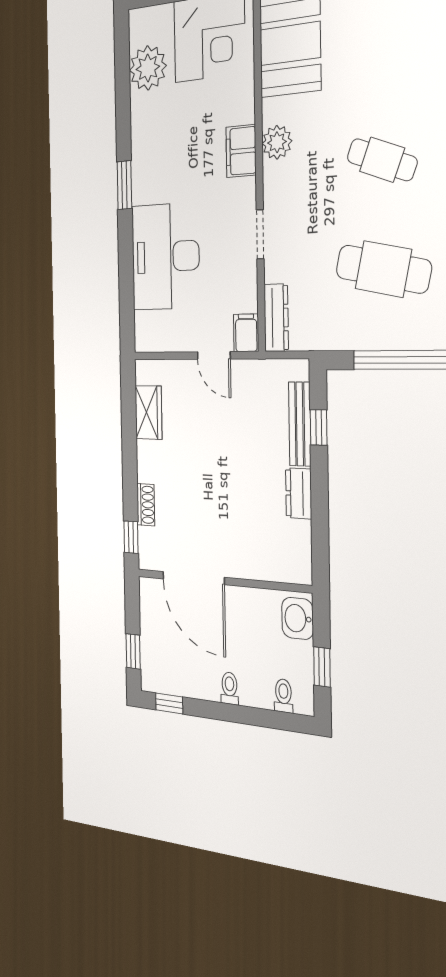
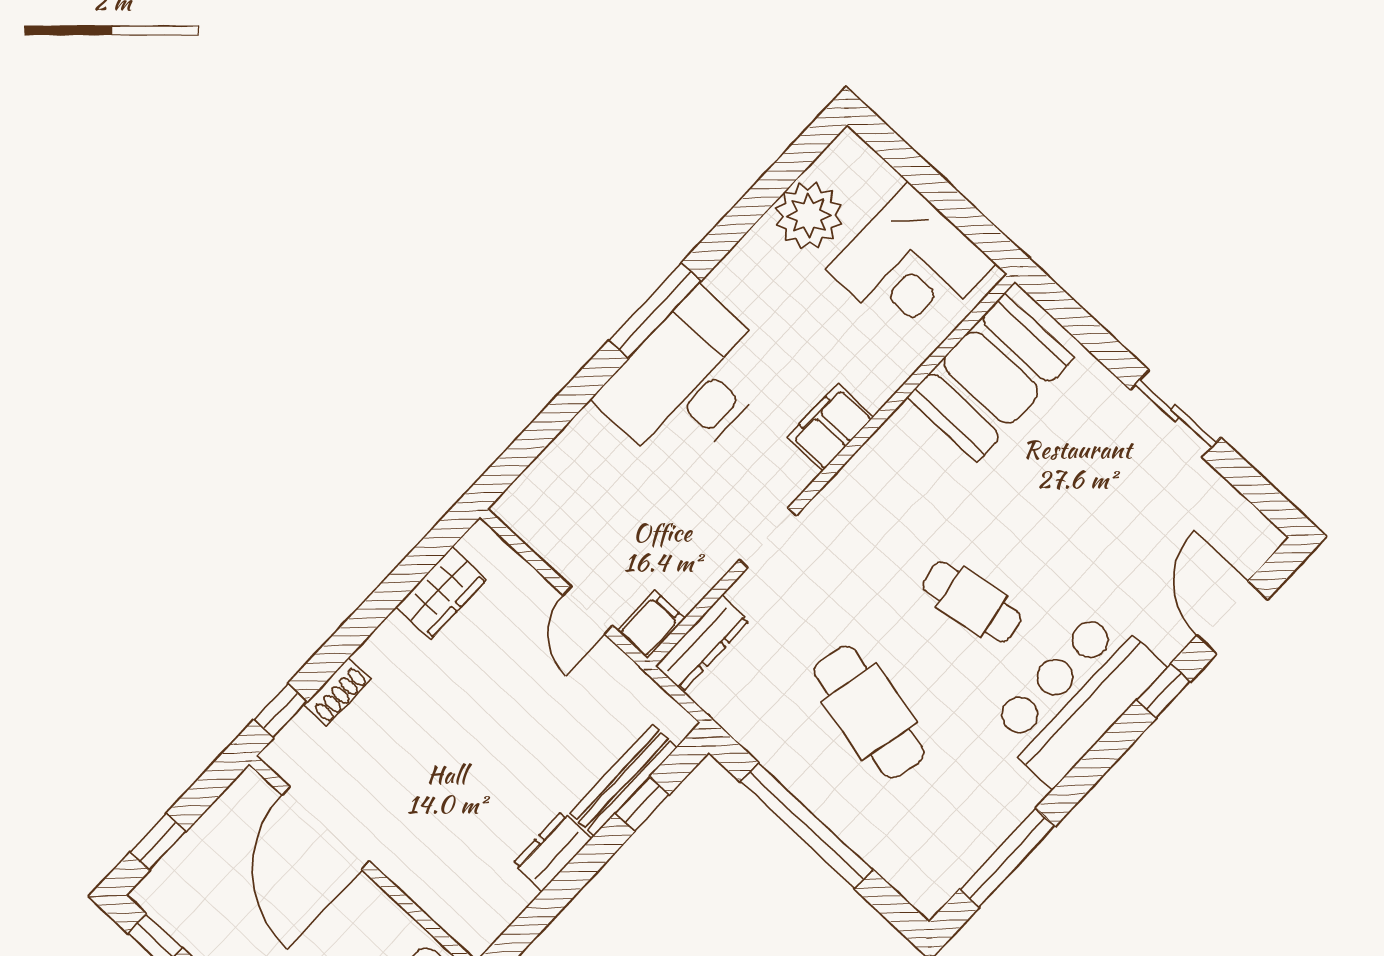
plant: (277, 142) -> (879, 462), removed
cafe table: (382, 160) -> (972, 602), turned -30
window: (124, 185) -> (655, 311), width x1.44
desk: (165, 257) -> (688, 382), moved

